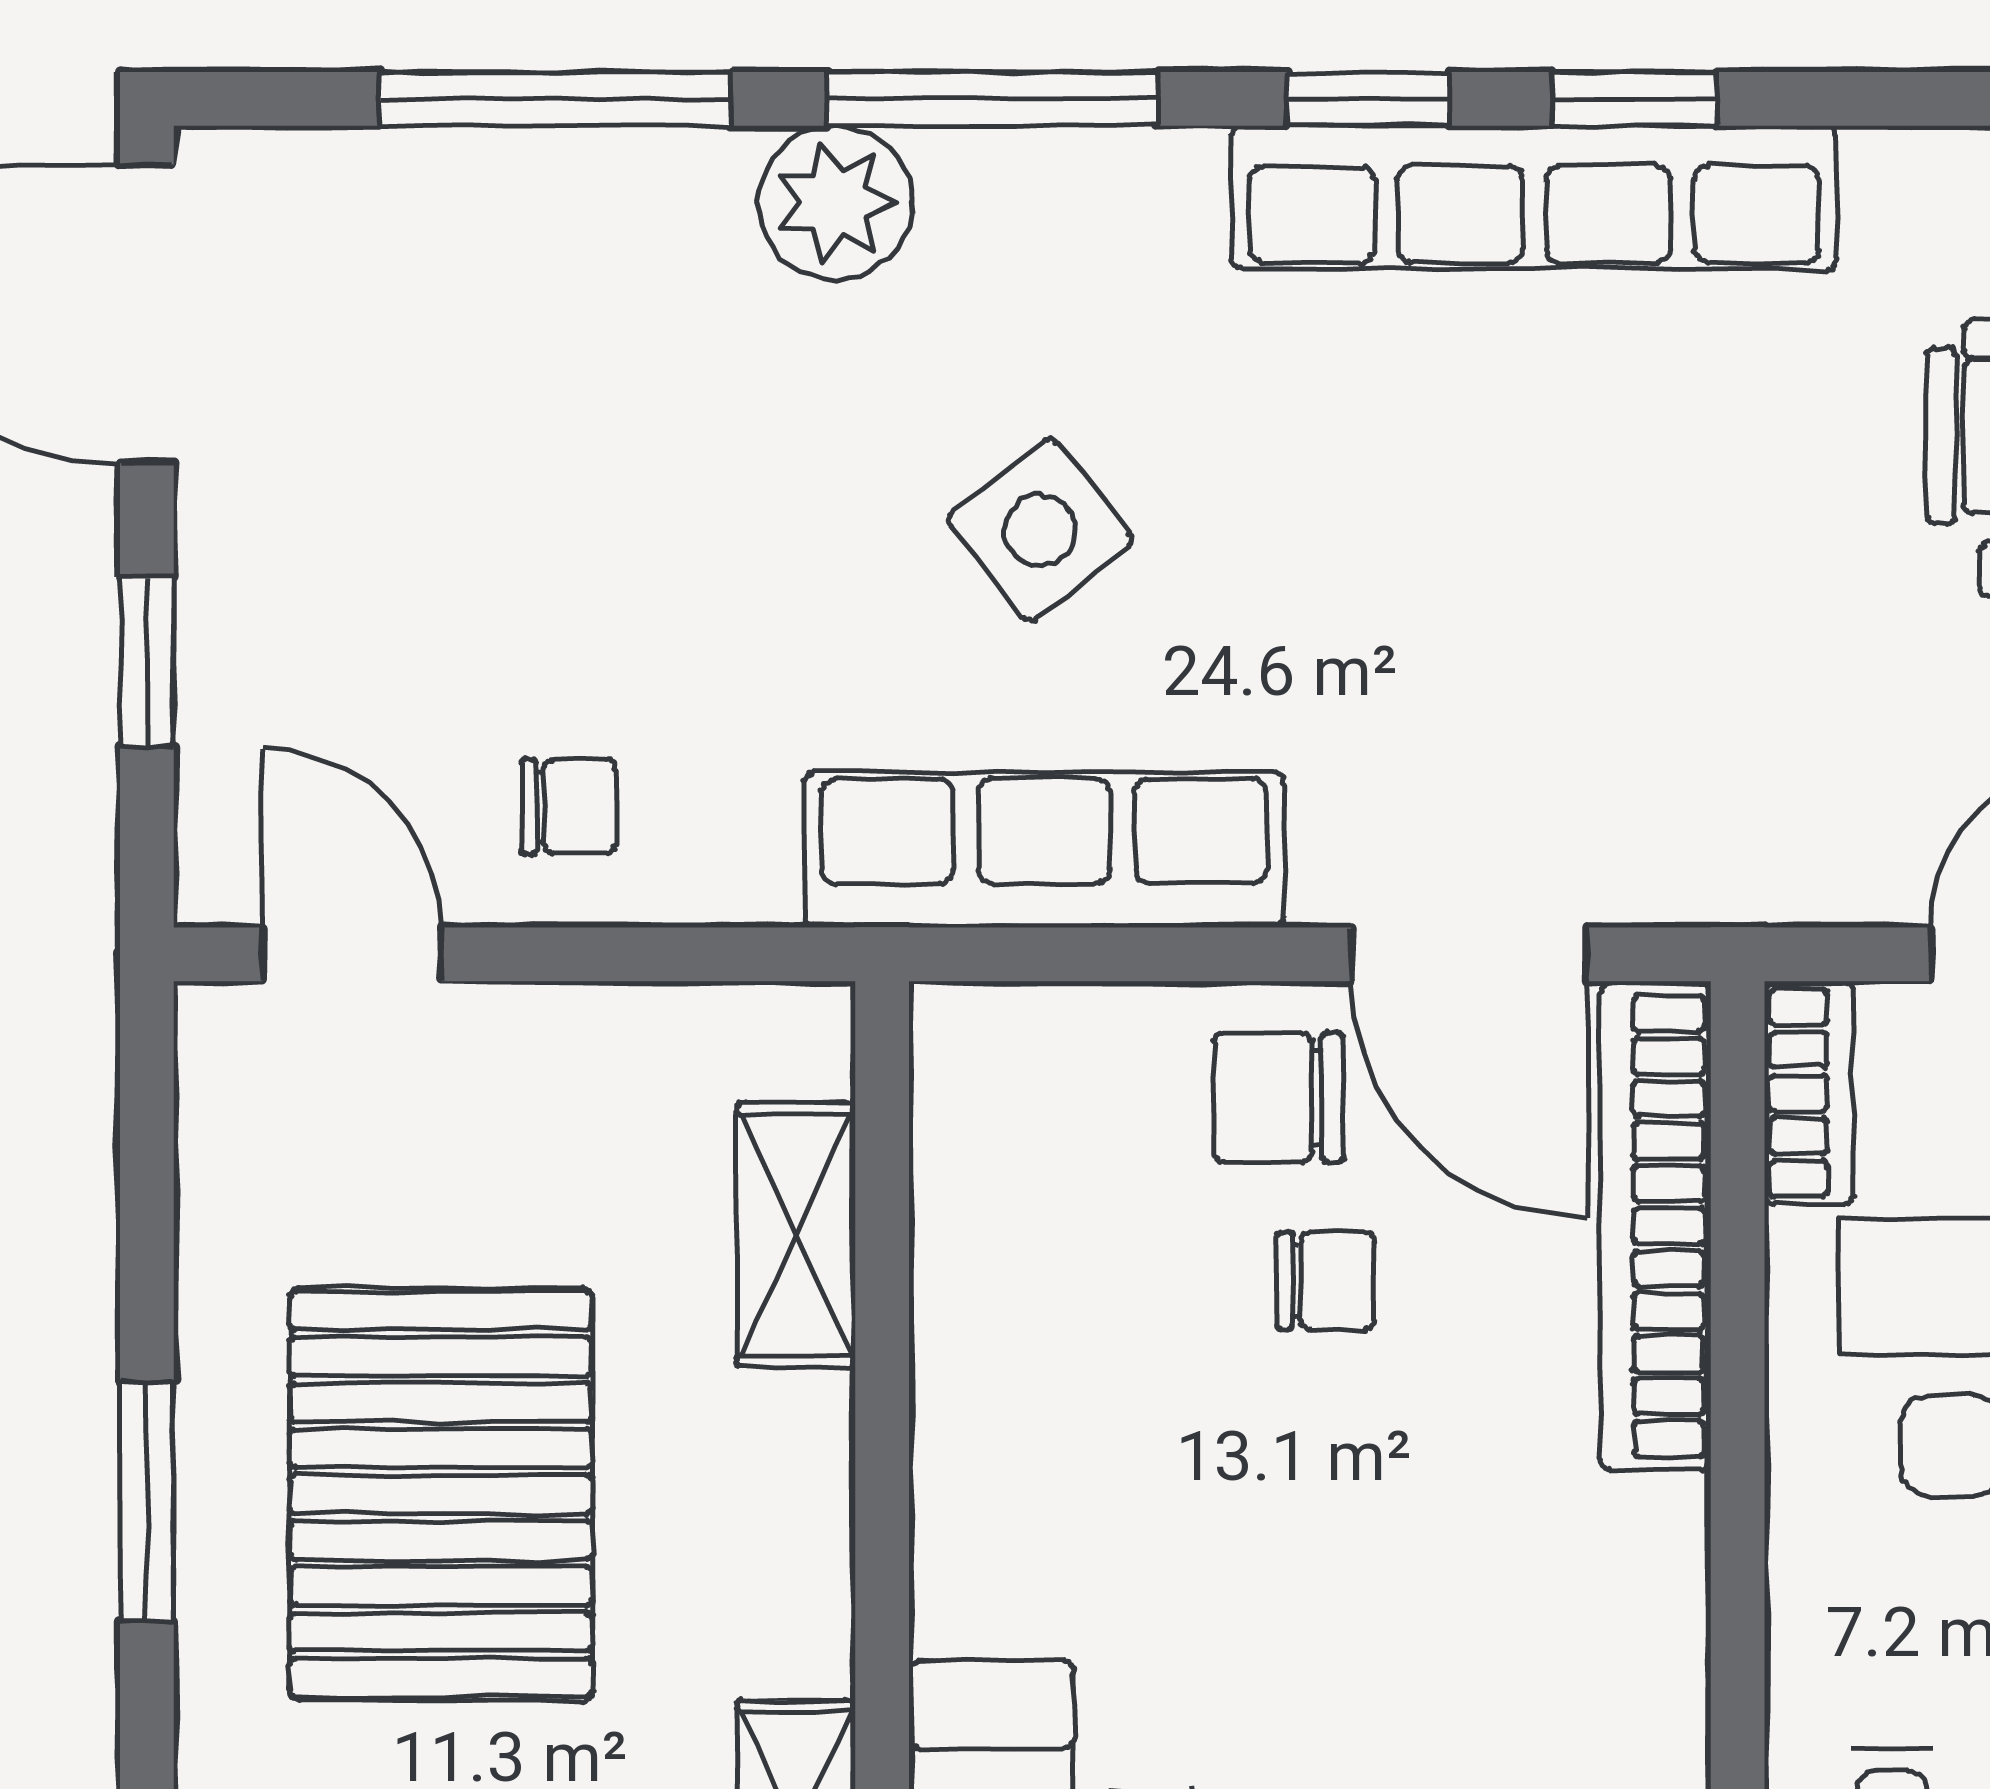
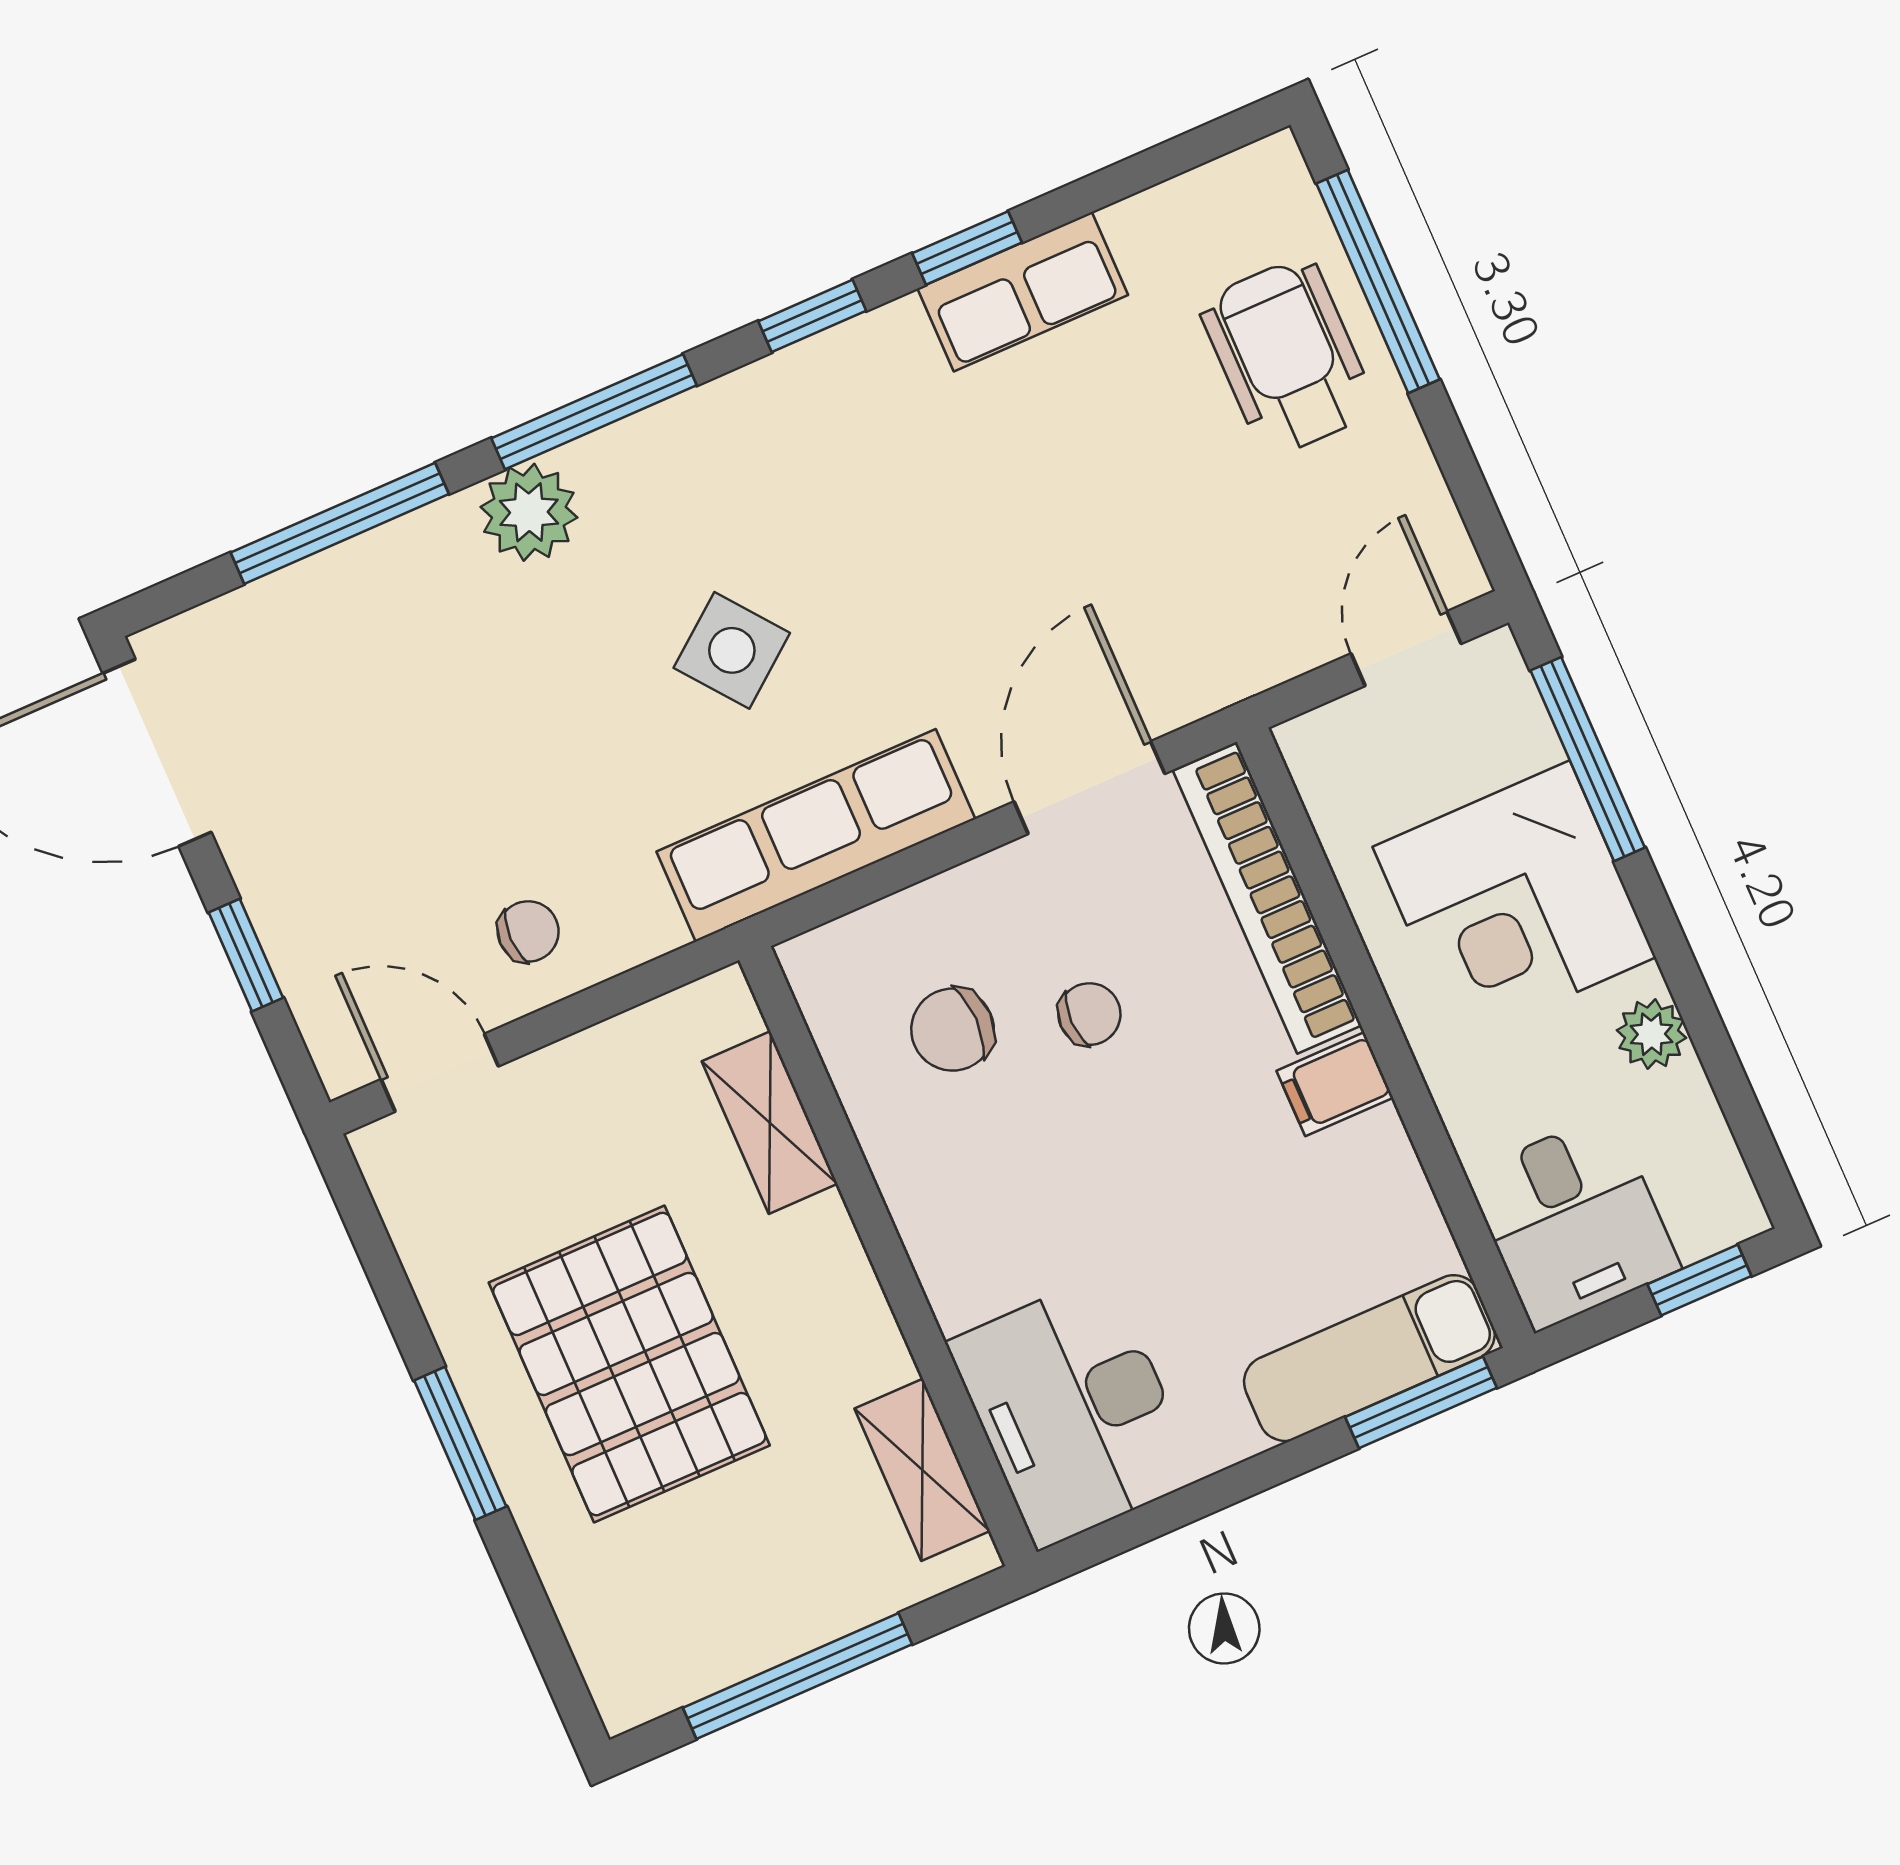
row of seats: (1534, 197) -> (1023, 292), width x0.50
door: (1469, 954) -> (1089, 788), swing flipped
bookcase: (1809, 1093) -> (1323, 781), removed
chair: (1278, 1097) -> (953, 1030), moved
filing cabinet: (1635, 1537) -> (1335, 1084), added

